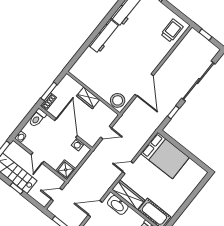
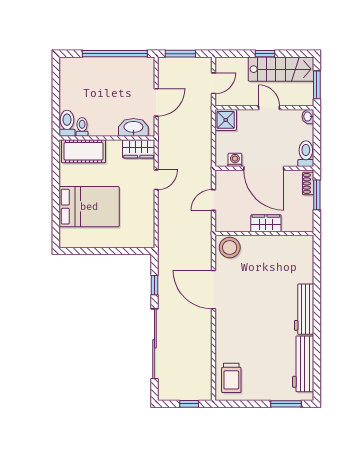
bed: (165, 156) -> (89, 207), moved, turned 180
wardrobe: (128, 195) -> (139, 149), width x0.67

